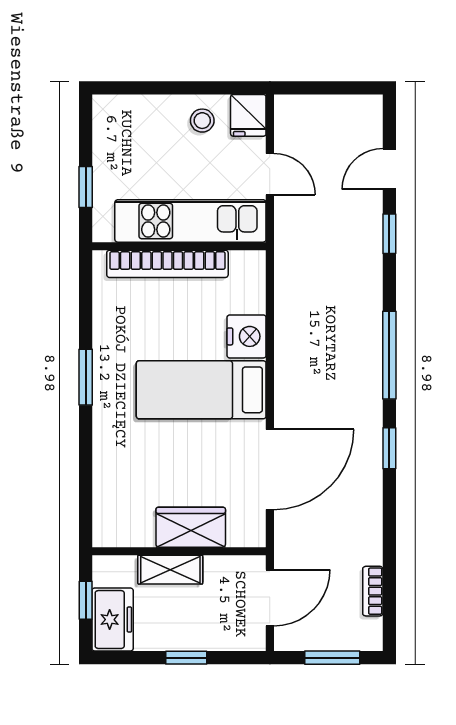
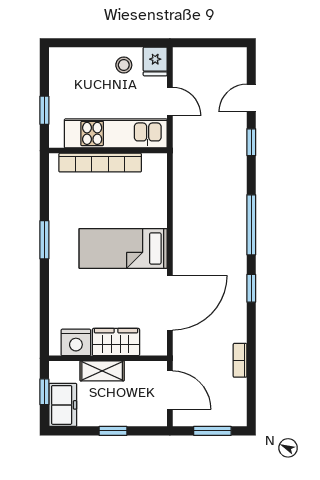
nightstand: (247, 336) -> (76, 342), moved, turned 90
bookcase: (373, 591) -> (240, 360), moved
door: (270, 598) -> (170, 390), hinge flipped

